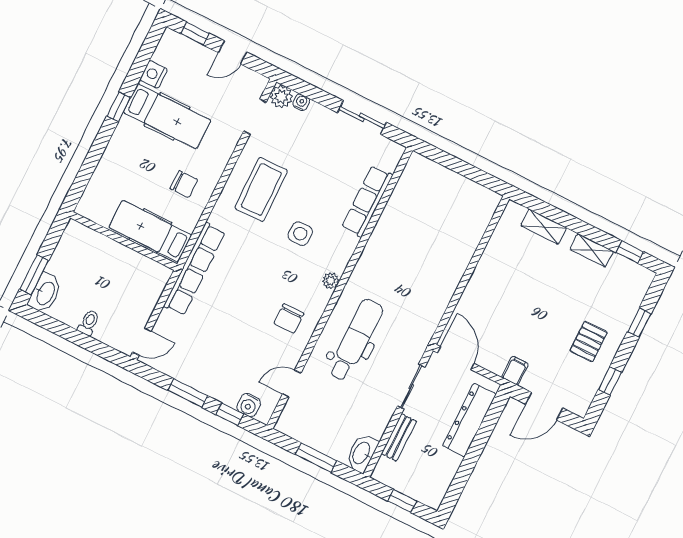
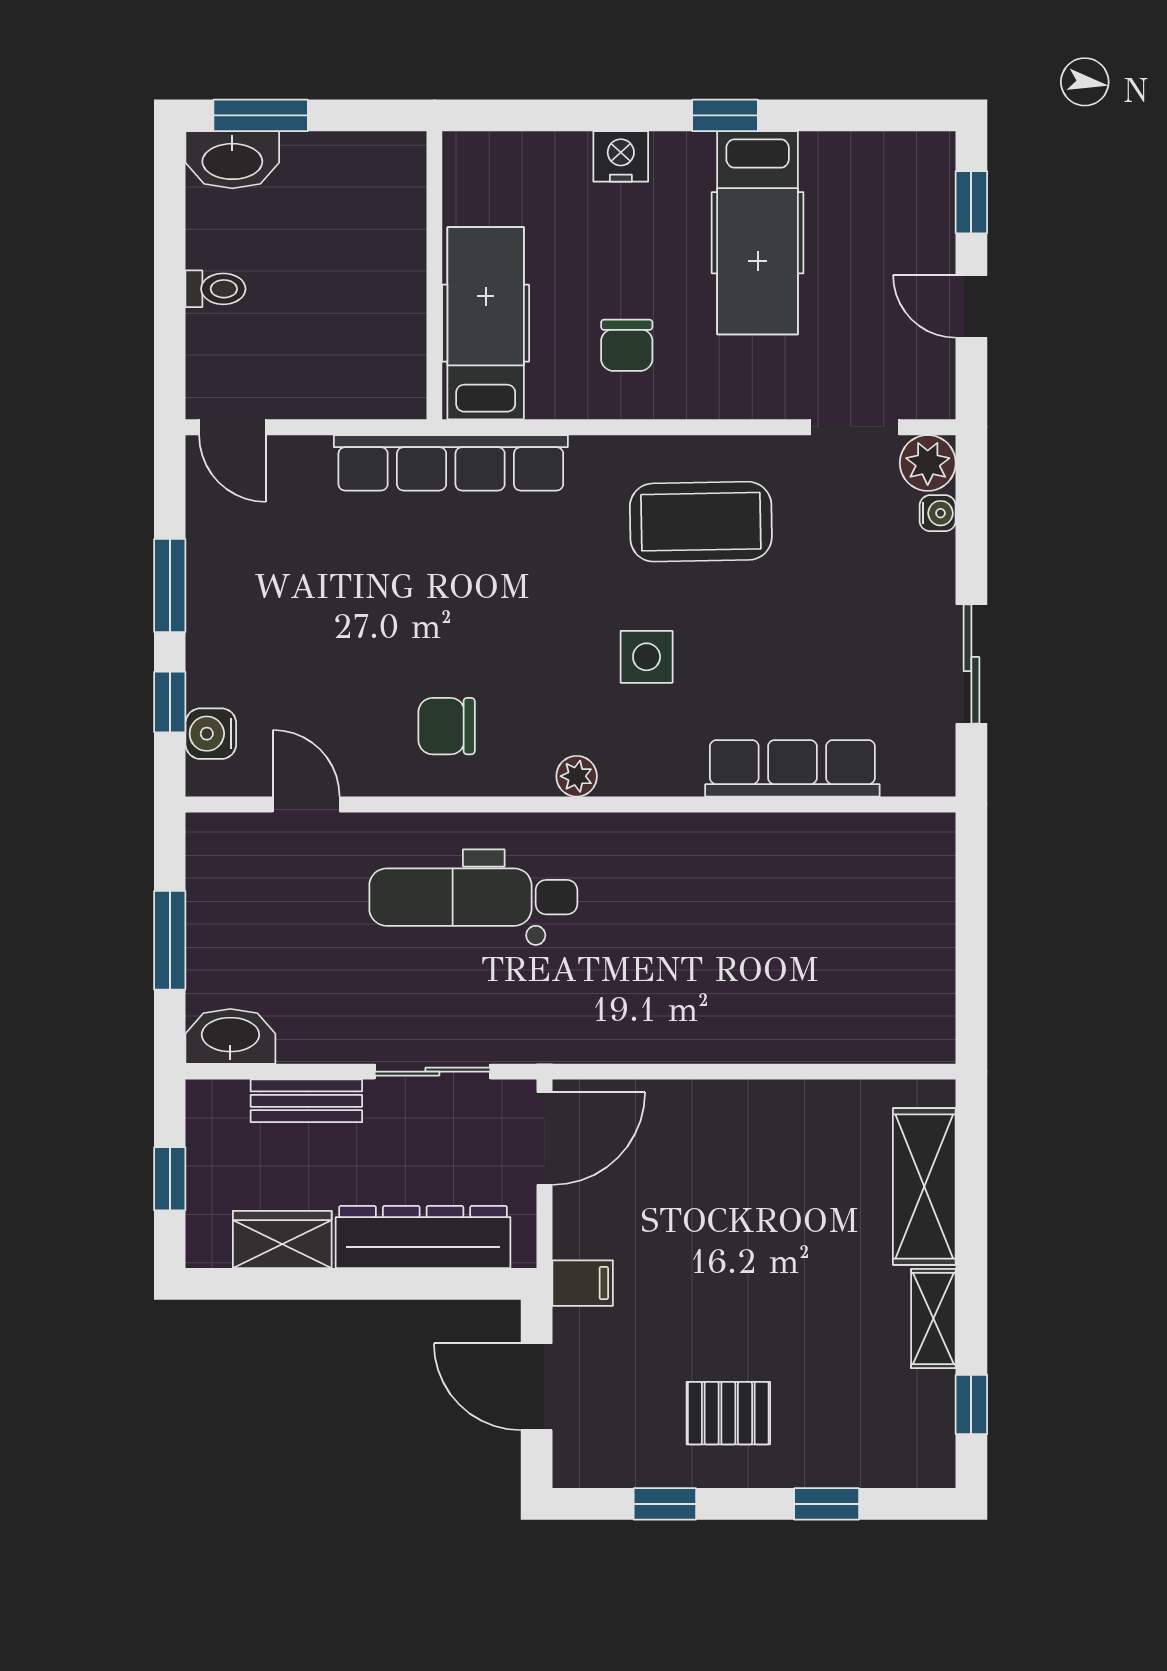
nightstand: (154, 74) -> (621, 156), moved
shelving: (544, 227) -> (924, 1186), width x1.50, depth x1.33
dental chair: (356, 340) -> (473, 897), turned 180
wardrobe: (445, 471) -> (282, 1239), added

